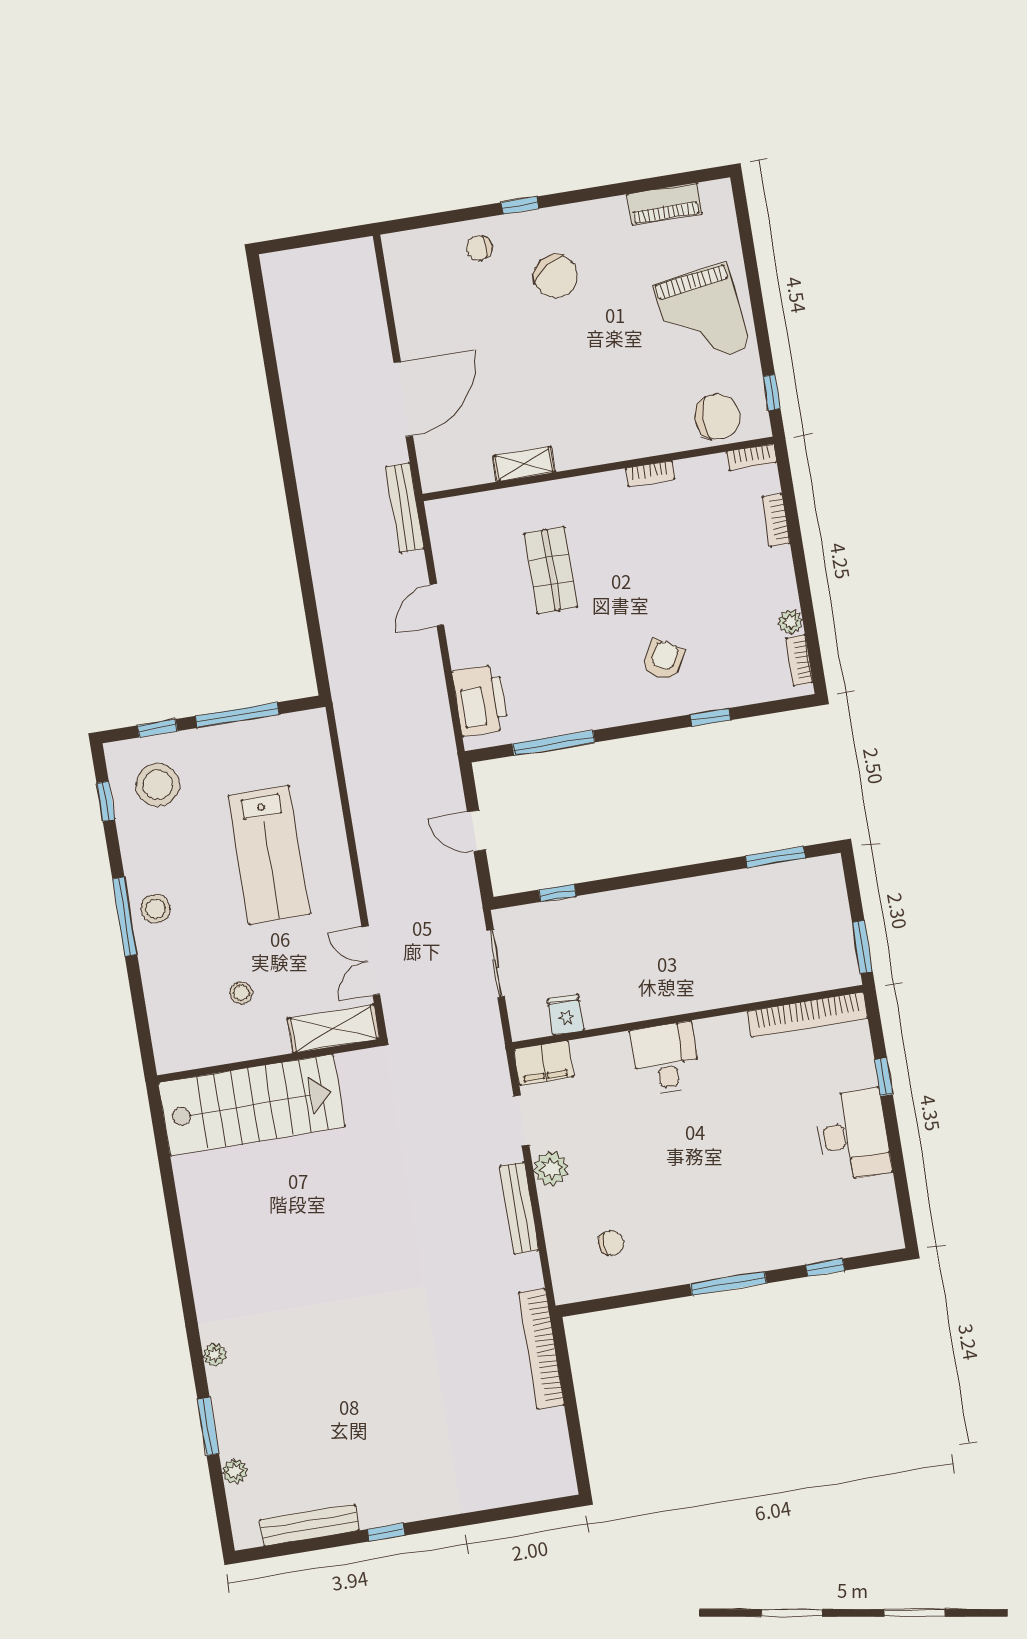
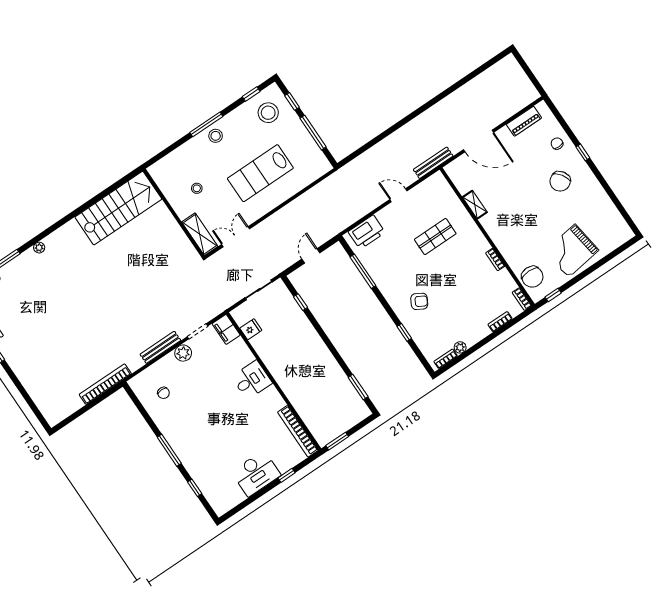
piano: (665, 204) -> (524, 121), moved, turned -90
stairs: (252, 1105) -> (118, 208), moved, turned -90

